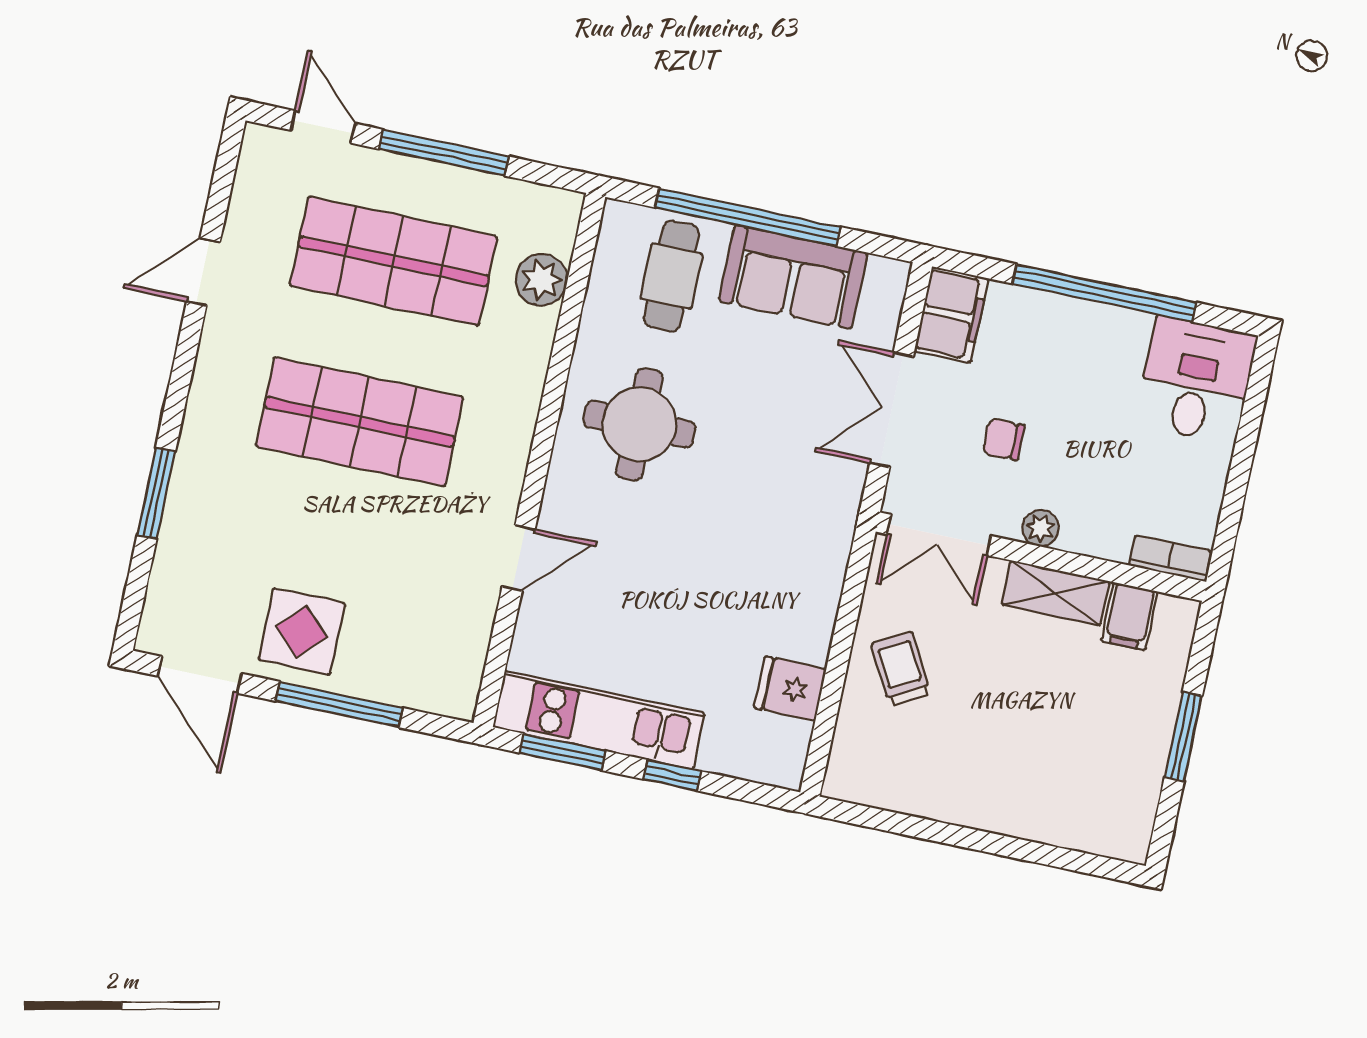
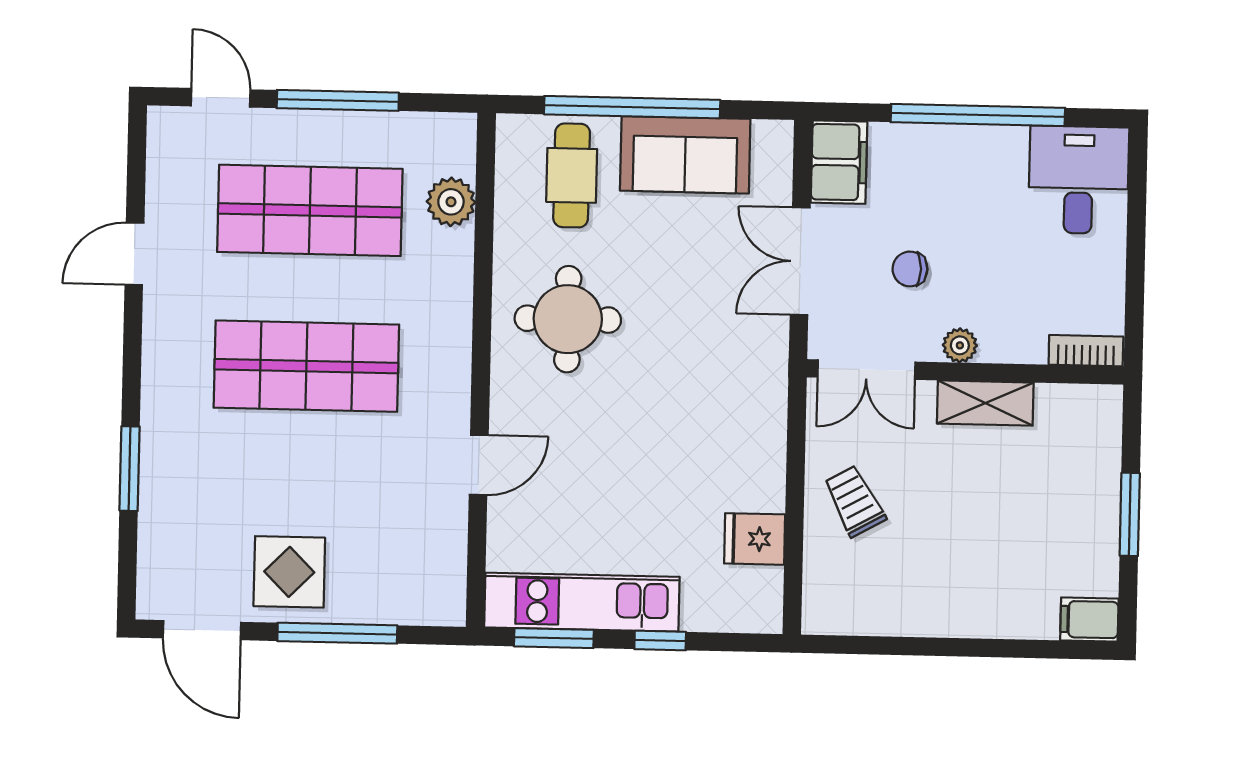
filing cabinet: (1129, 616) -> (1089, 620), moved, turned 90

